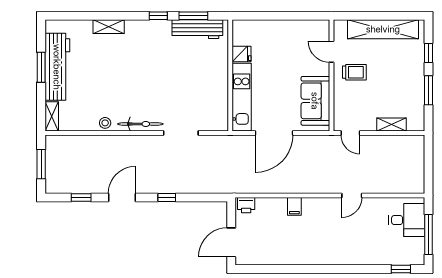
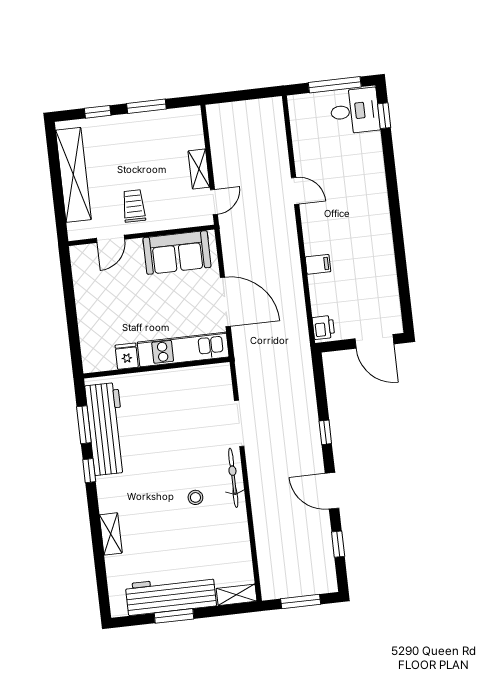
workbench: (197, 29) -> (106, 429), width x1.36, depth x1.32
stool: (105, 123) -> (195, 497), moved
shelving: (392, 125) -> (199, 169), moved
desk: (407, 220) -> (355, 111), moved, turned 90

